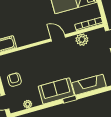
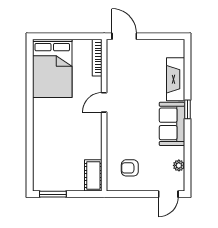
plant: (82, 40) -> (115, 72), removed
armchair: (14, 80) -> (130, 168), moved

